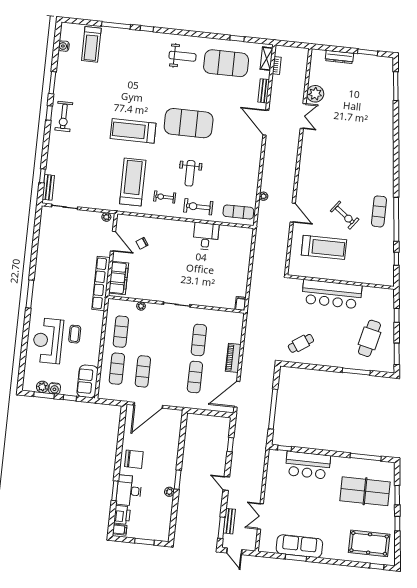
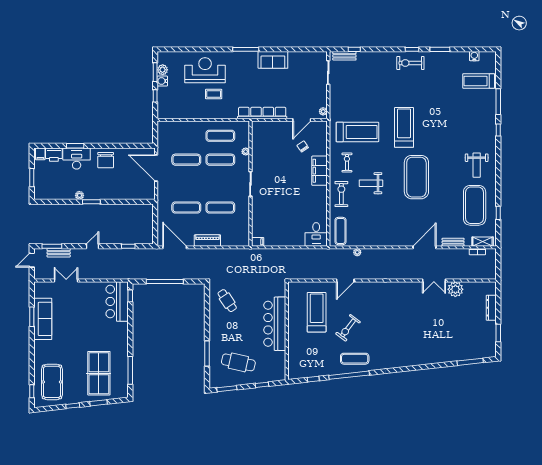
desk: (206, 236) -> (316, 234), moved, turned 90
treadmill: (324, 247) -> (317, 312), turned 180
filing cabinet: (119, 278) -> (320, 171), moved, turned 90
exercise mat: (117, 369) -> (220, 160), moved
sofa: (88, 381) -> (273, 60), moved, turned 180
bar counter: (308, 465) -> (117, 301), moved

